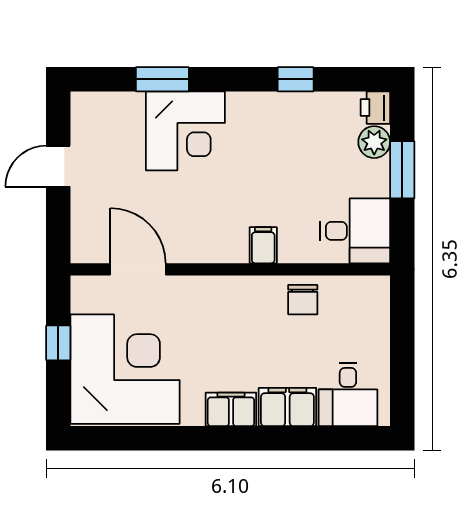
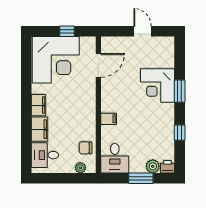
window: (162, 79) -> (180, 91), moved
chair: (303, 300) -> (86, 148), moved
plant: (378, 311) -> (80, 168), added

